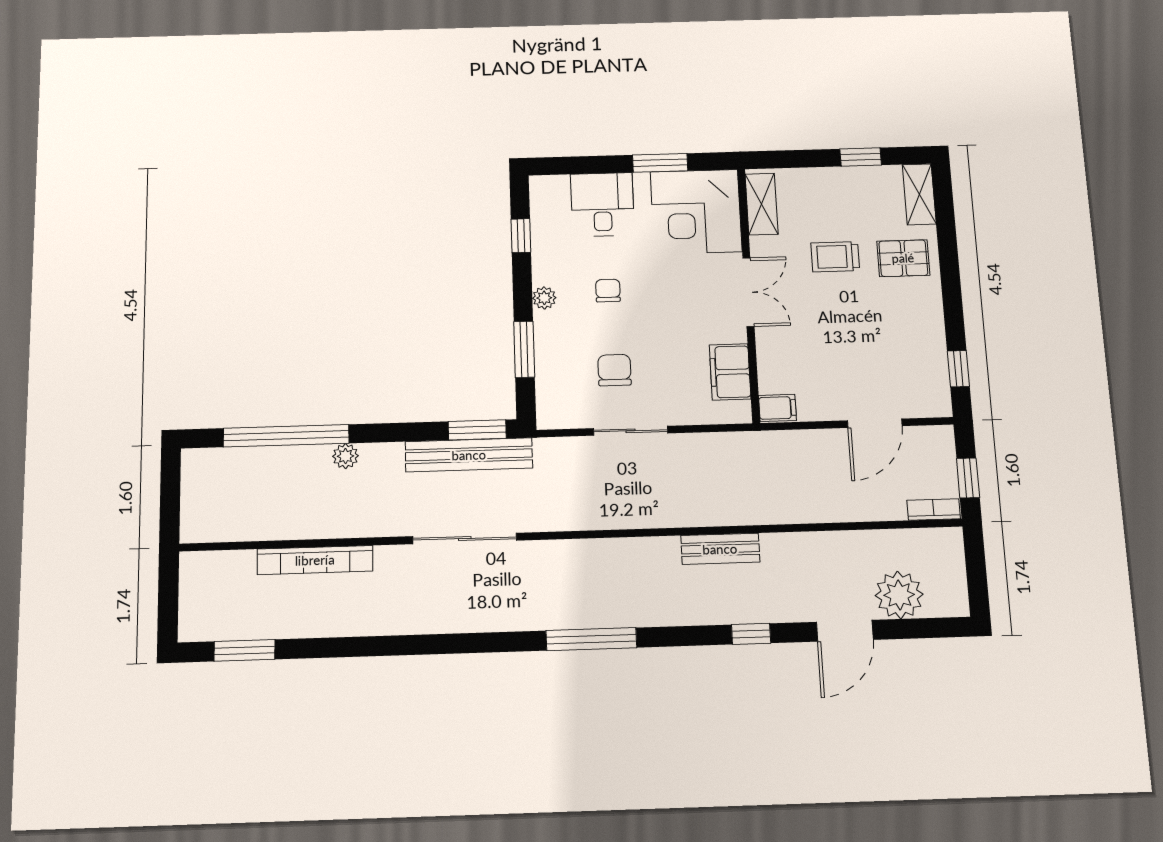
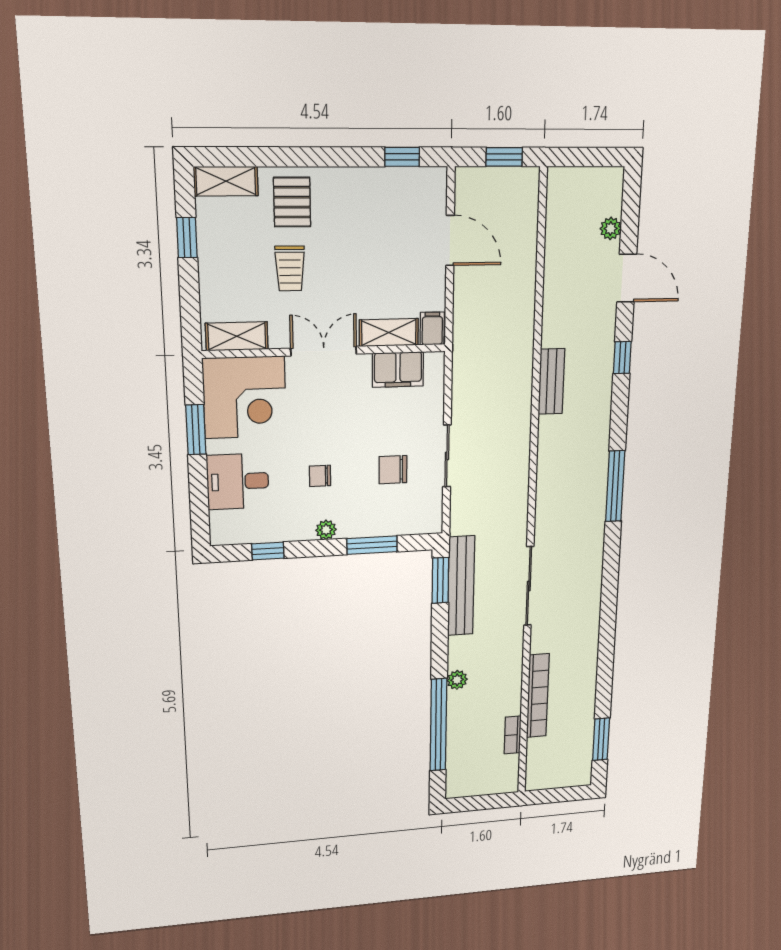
shelving: (771, 361) -> (389, 333), added
bookcase: (934, 509) -> (513, 735), moved
plant: (899, 595) -> (611, 228), width x0.53, depth x0.53

